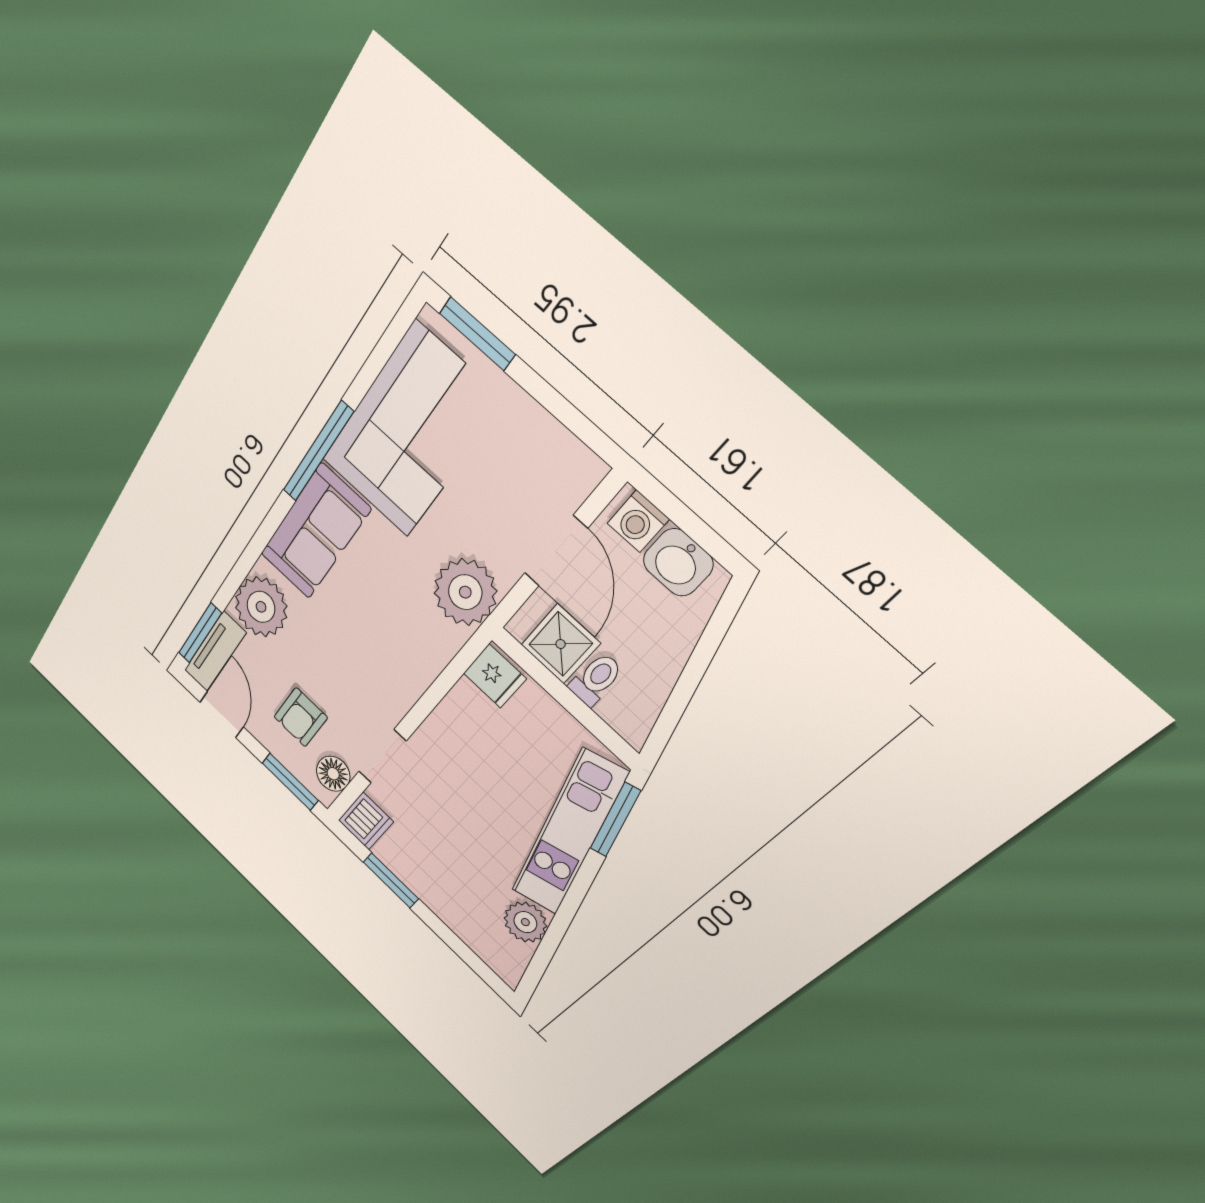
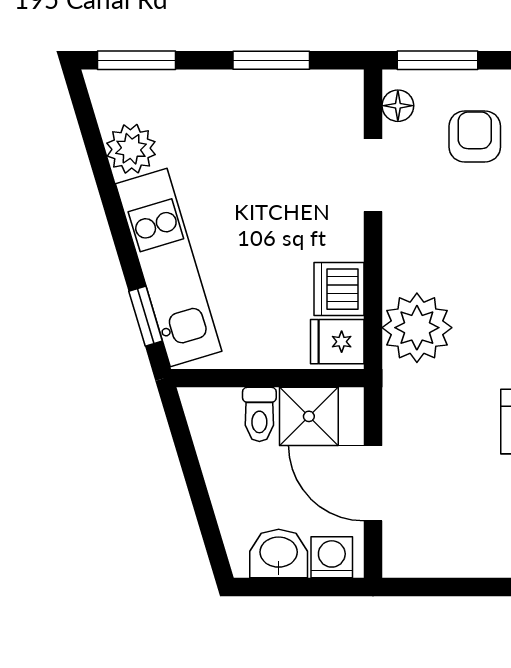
plant: (465, 592) -> (417, 328), moved
floor lamp: (333, 774) -> (398, 106), width x0.73, depth x0.73
window: (615, 820) -> (146, 316), width x0.67
dishwasher: (366, 821) -> (339, 289), moved
window: (475, 962) -> (137, 60), added

